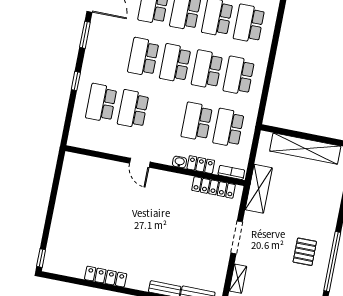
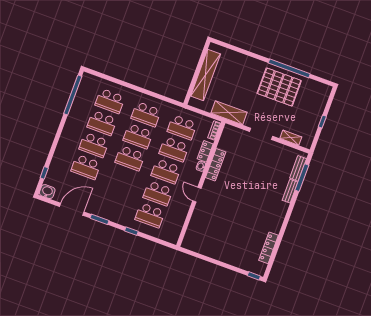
school desk: (143, 57) -> (166, 171), moved
door: (140, 163) -> (197, 195), swing flipped
locker: (214, 187) -> (216, 165), moved
pallet: (305, 252) -> (279, 87), width x2.05, depth x2.00
locker: (106, 277) -> (269, 248), moved

